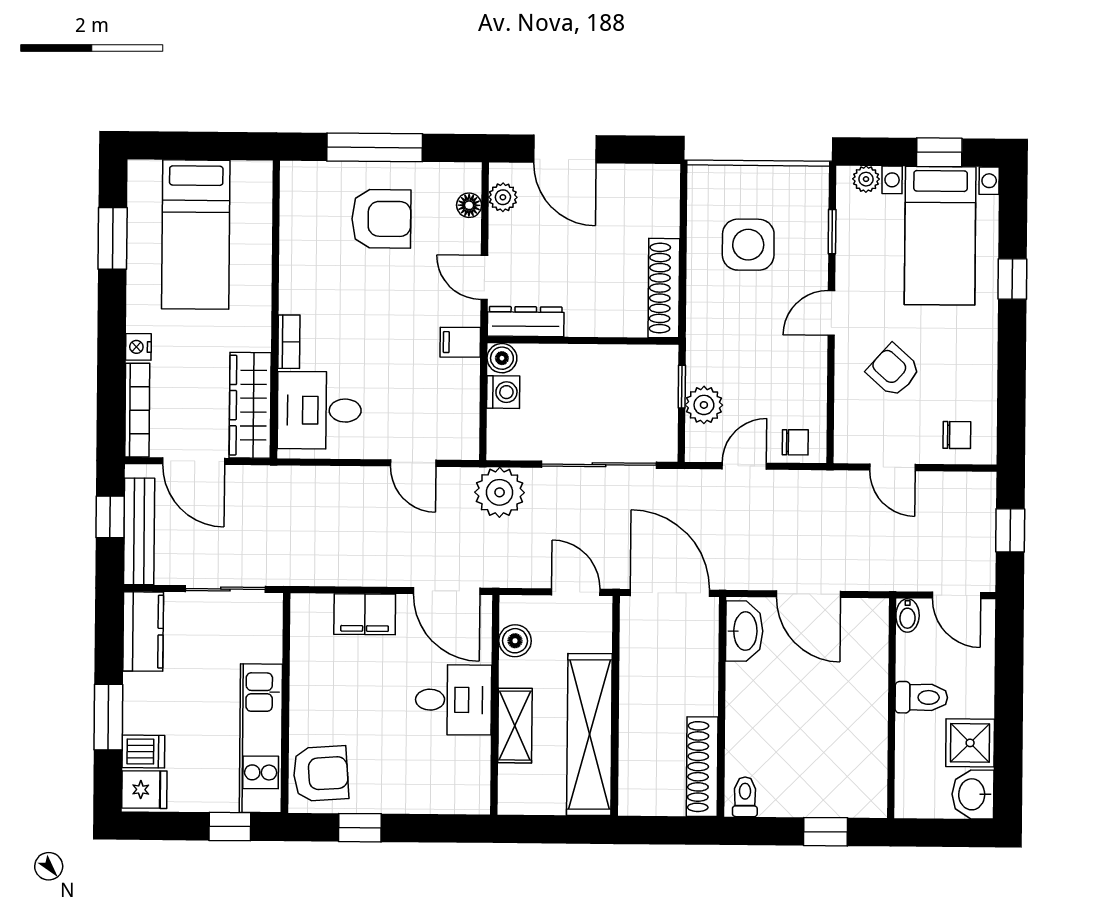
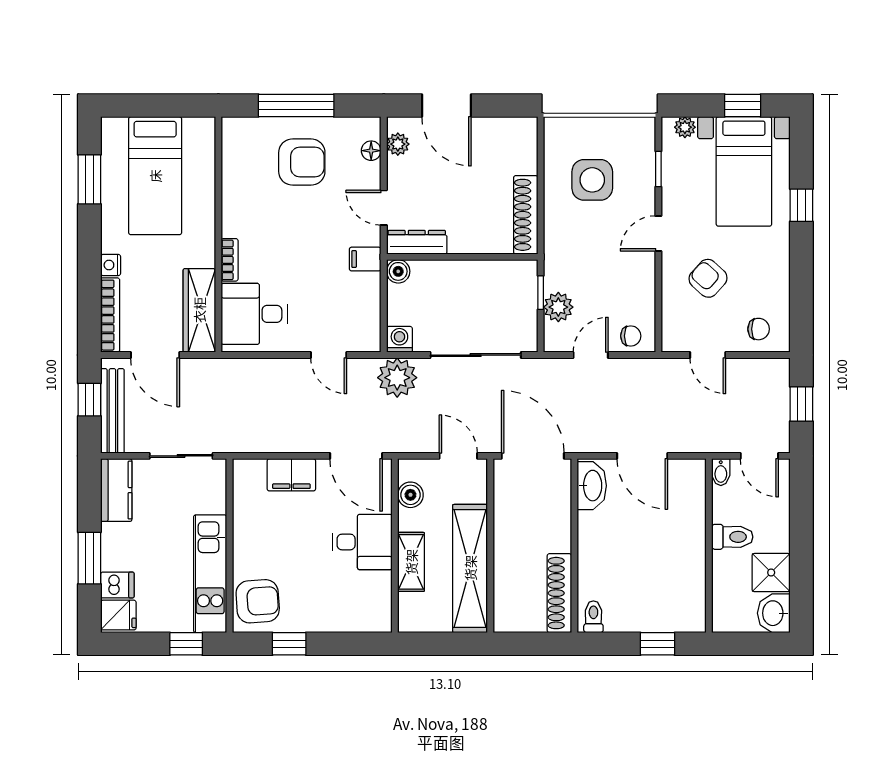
washing machine: (503, 392) -> (399, 339), moved, turned -90

